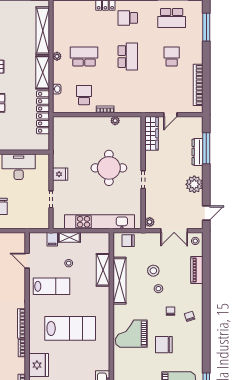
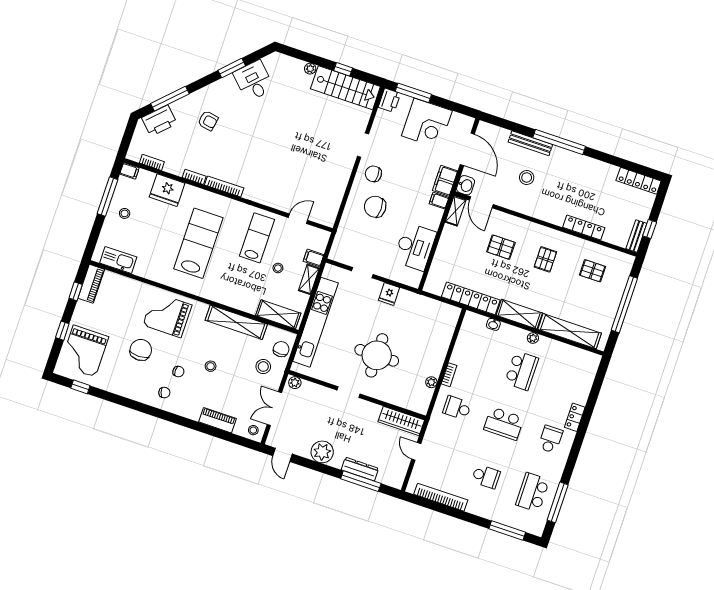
school desk: (84, 95) -> (457, 408), moved, turned 180
shelving: (103, 270) -> (278, 314), moved
stool: (153, 271) -> (263, 367), moved
lab bench: (52, 286) -> (257, 238), turned 180
lab bench: (70, 328) -> (198, 243), turned 180
grand piano: (131, 334) -> (167, 315), turned -90

